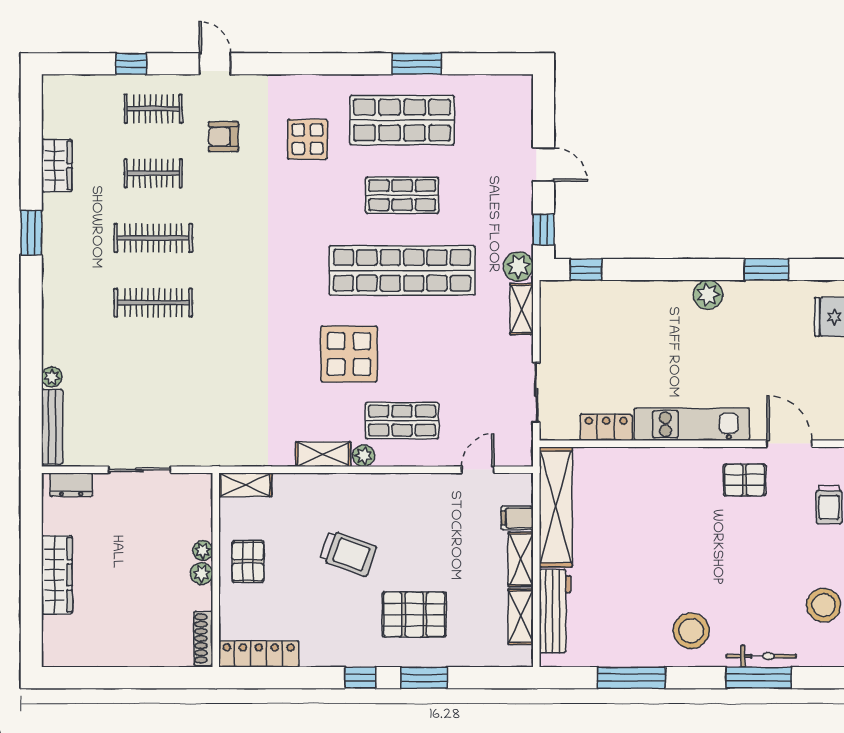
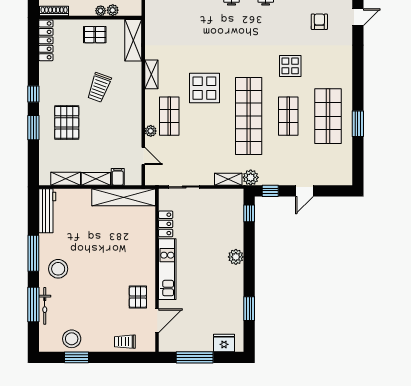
display table: (307, 139) -> (290, 66), moved
plant: (708, 295) -> (236, 257), moved
plant: (364, 456) -> (151, 131), moved
shelving: (245, 485) -> (133, 40), width x1.50, depth x1.33
plant: (202, 573) -> (113, 10), moved
workbench: (555, 611) -> (47, 211), moved, turned -90
window: (631, 678) -> (33, 253), moved

